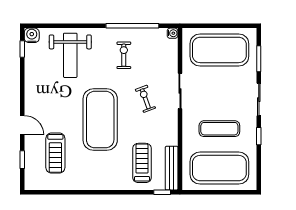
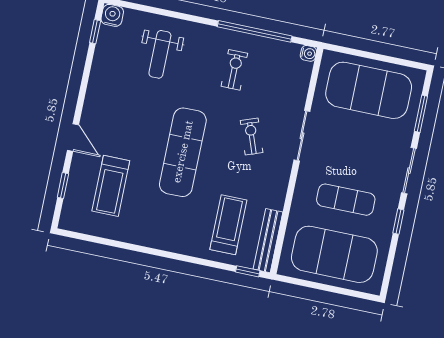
weight bench: (70, 55) -> (160, 54), width x0.73, depth x0.75
exercise mat: (100, 120) -> (183, 152), width x0.68

